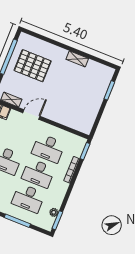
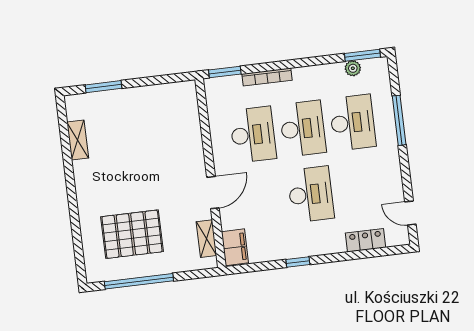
shelving: (77, 59) -> (78, 140), moved
pallet: (33, 66) -> (132, 234), turned 90
door: (31, 114) -> (213, 193), swing flipped

